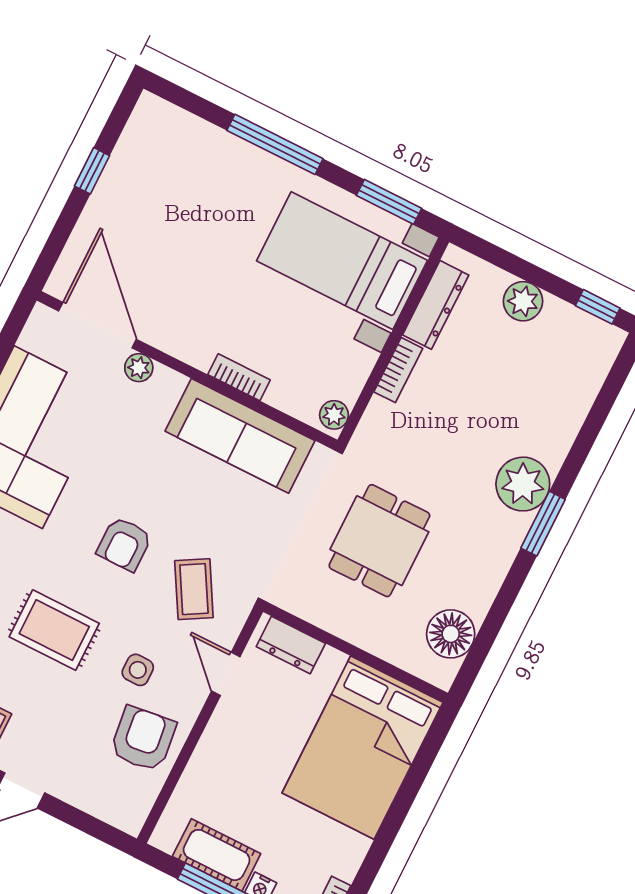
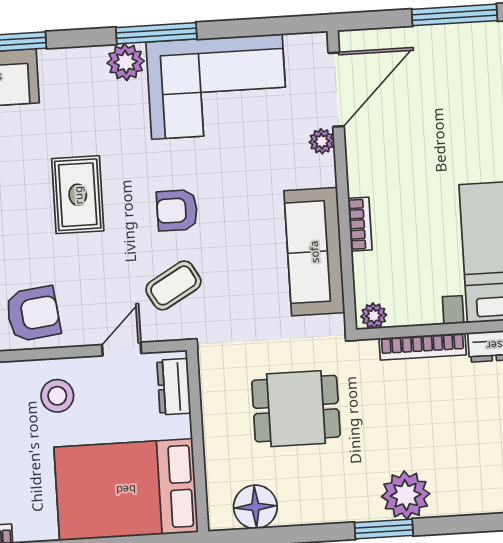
window: (92, 171) -> (455, 15), width x2.17
bookcase: (398, 370) -> (423, 347), width x1.56
side table: (138, 670) -> (85, 278), removed
stool: (235, 761) -> (57, 396), added

